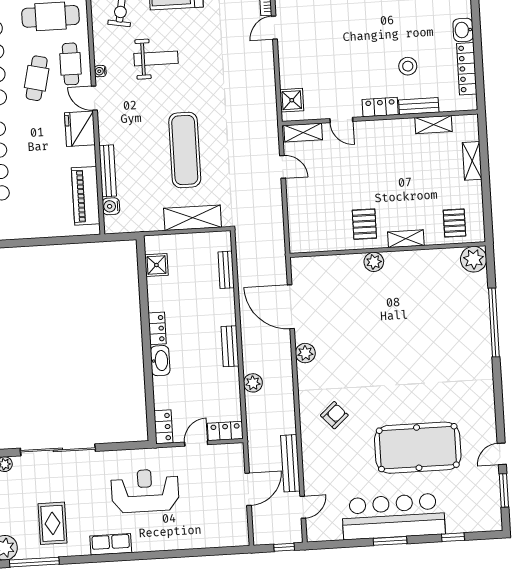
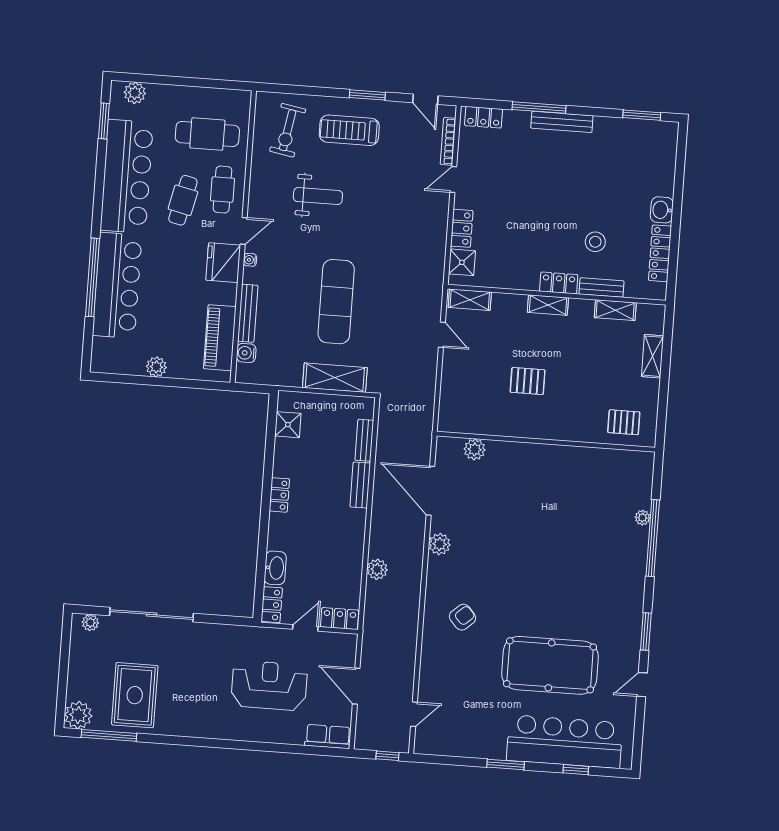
locker: (288, 70) -> (462, 228), added
water cooler: (100, 71) -> (250, 260), moved
door: (94, 98) -> (244, 231), swing flipped
door: (341, 120) -> (514, 292), removed
pallet: (454, 223) -> (624, 422), turned 90
pallet: (364, 224) -> (528, 381), moved, turned 90
plant: (33, 229) -> (156, 367), added
shelving: (406, 239) -> (548, 305), moved
plant: (474, 259) -> (643, 518), moved, width x0.53, depth x0.53
plant: (374, 262) -> (475, 449), moved
bench: (230, 346) -> (360, 485), moved
washbasin: (160, 361) -> (275, 568), moved
bench: (290, 463) -> (407, 664), removed
door: (248, 489) -> (356, 686), swing flipped
window: (504, 490) -> (646, 632), moved
reception desk: (145, 491) -> (269, 685), moved
bar counter: (393, 516) -> (565, 742), moved
rug: (52, 523) -> (135, 695), width x1.36, depth x1.43
row of seats: (111, 544) -> (328, 737), moved

